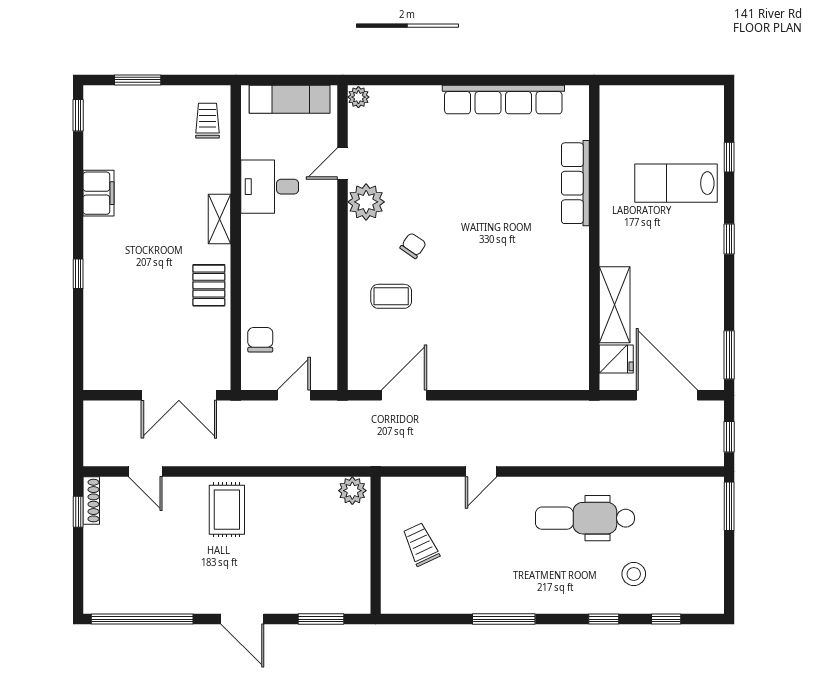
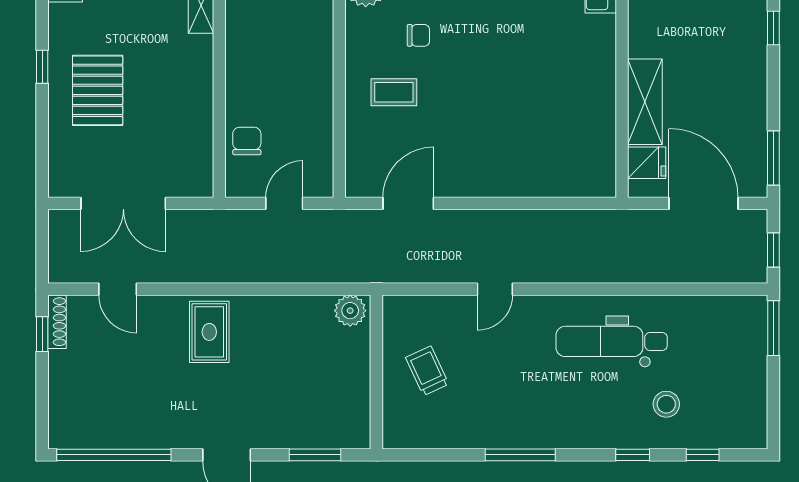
chair: (413, 246) -> (418, 35), turned 55
pallet: (209, 285) -> (98, 90), moved, width x1.50, depth x1.42
double door: (179, 395) -> (123, 203), moved

